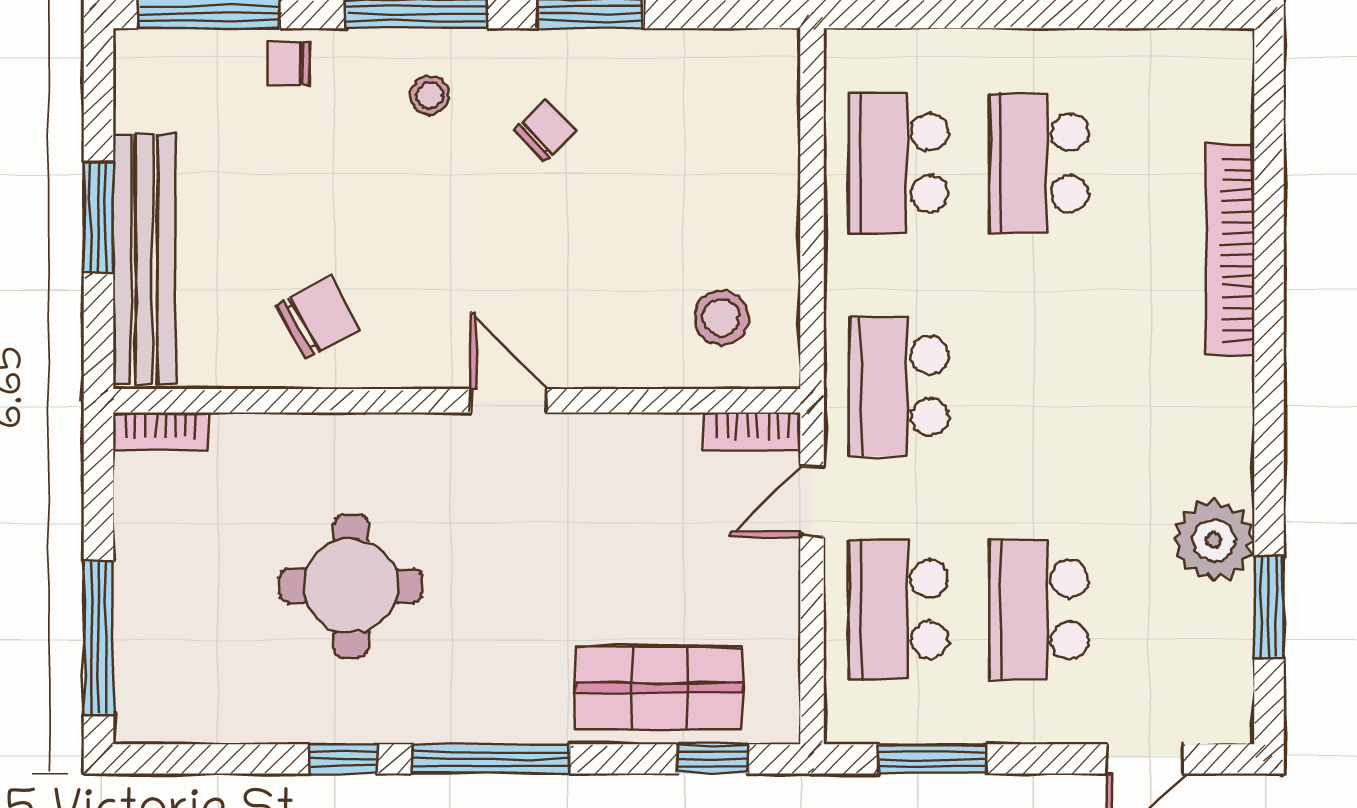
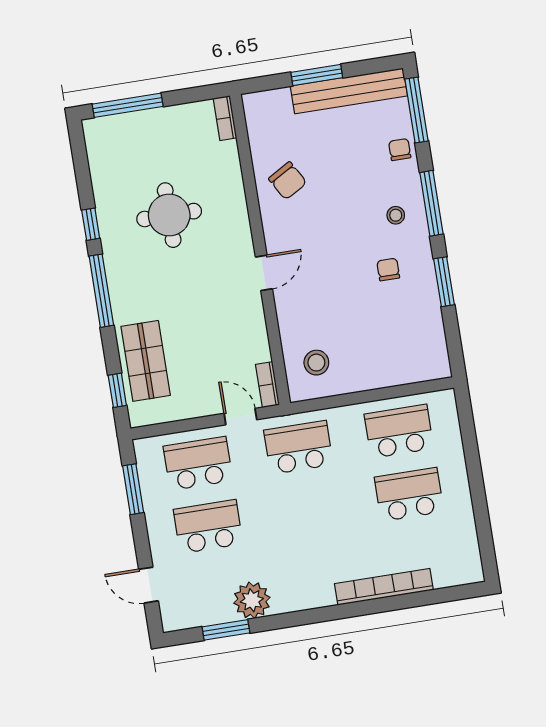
chair: (545, 130) -> (388, 269), turned -136
bench: (144, 259) -> (349, 91), moved

